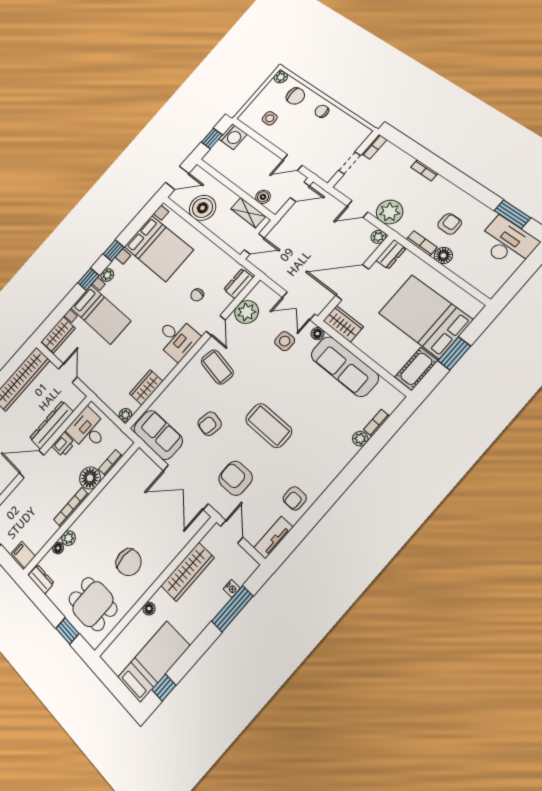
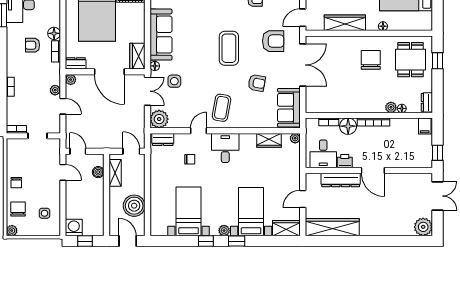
plant: (390, 212) -> (55, 90), width x0.53, depth x0.53
bed with nightstands: (159, 248) -> (189, 211), width x0.73
plant: (247, 312) -> (159, 119), moved
armchair: (236, 478) -> (273, 41), turned -90

